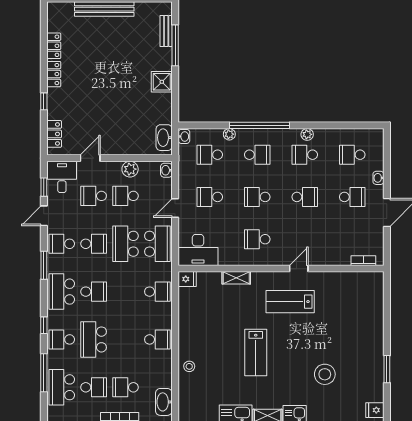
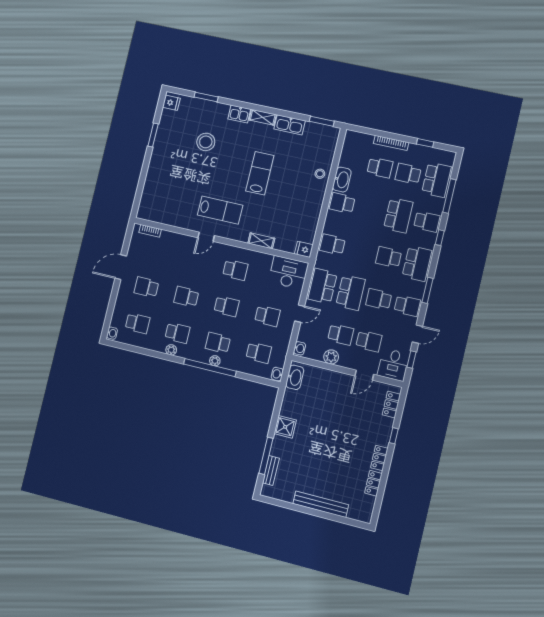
plant: (229, 134) -> (215, 361), moved
washbasin: (378, 178) -> (112, 333), moved
washbasin: (164, 402) -> (342, 180), moved

